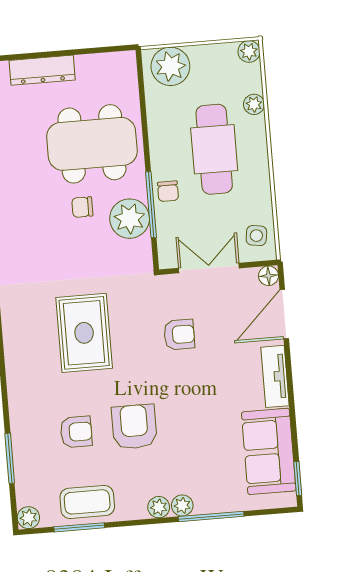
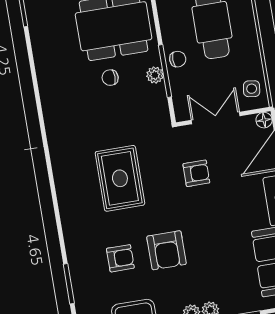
chair: (168, 191) -> (178, 59), turned -90
plant: (130, 219) -> (155, 75), width x0.53, depth x0.53
armchair: (134, 427) -> (166, 250), turned 180

